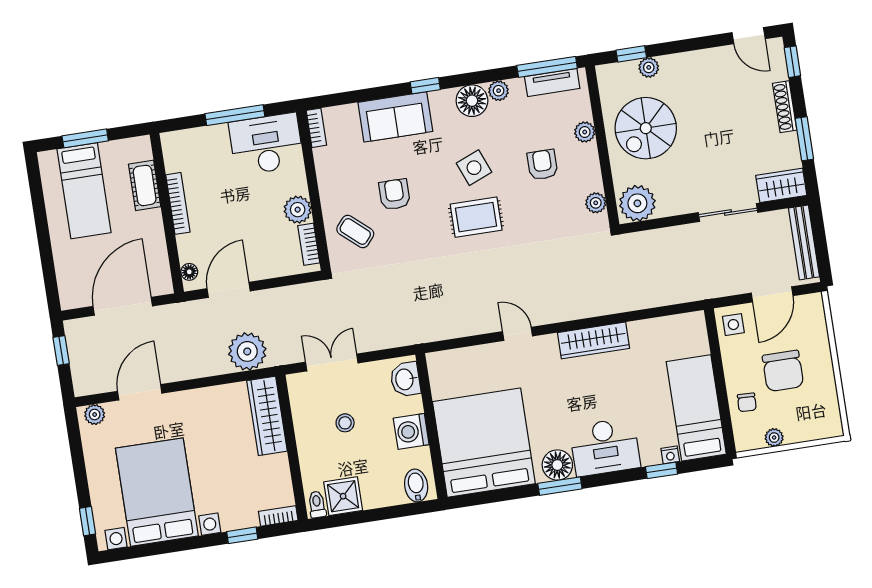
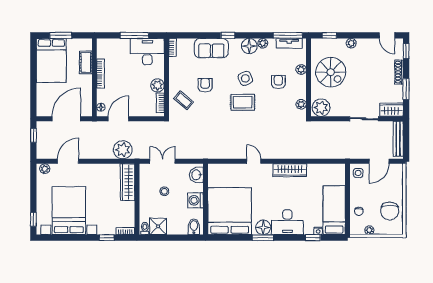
plant: (649, 67) -> (351, 43), moved
spiral stairs: (646, 128) -> (331, 72), turned -90
bed: (84, 191) -> (51, 60), width x1.50
chair: (783, 371) -> (390, 211), moved

